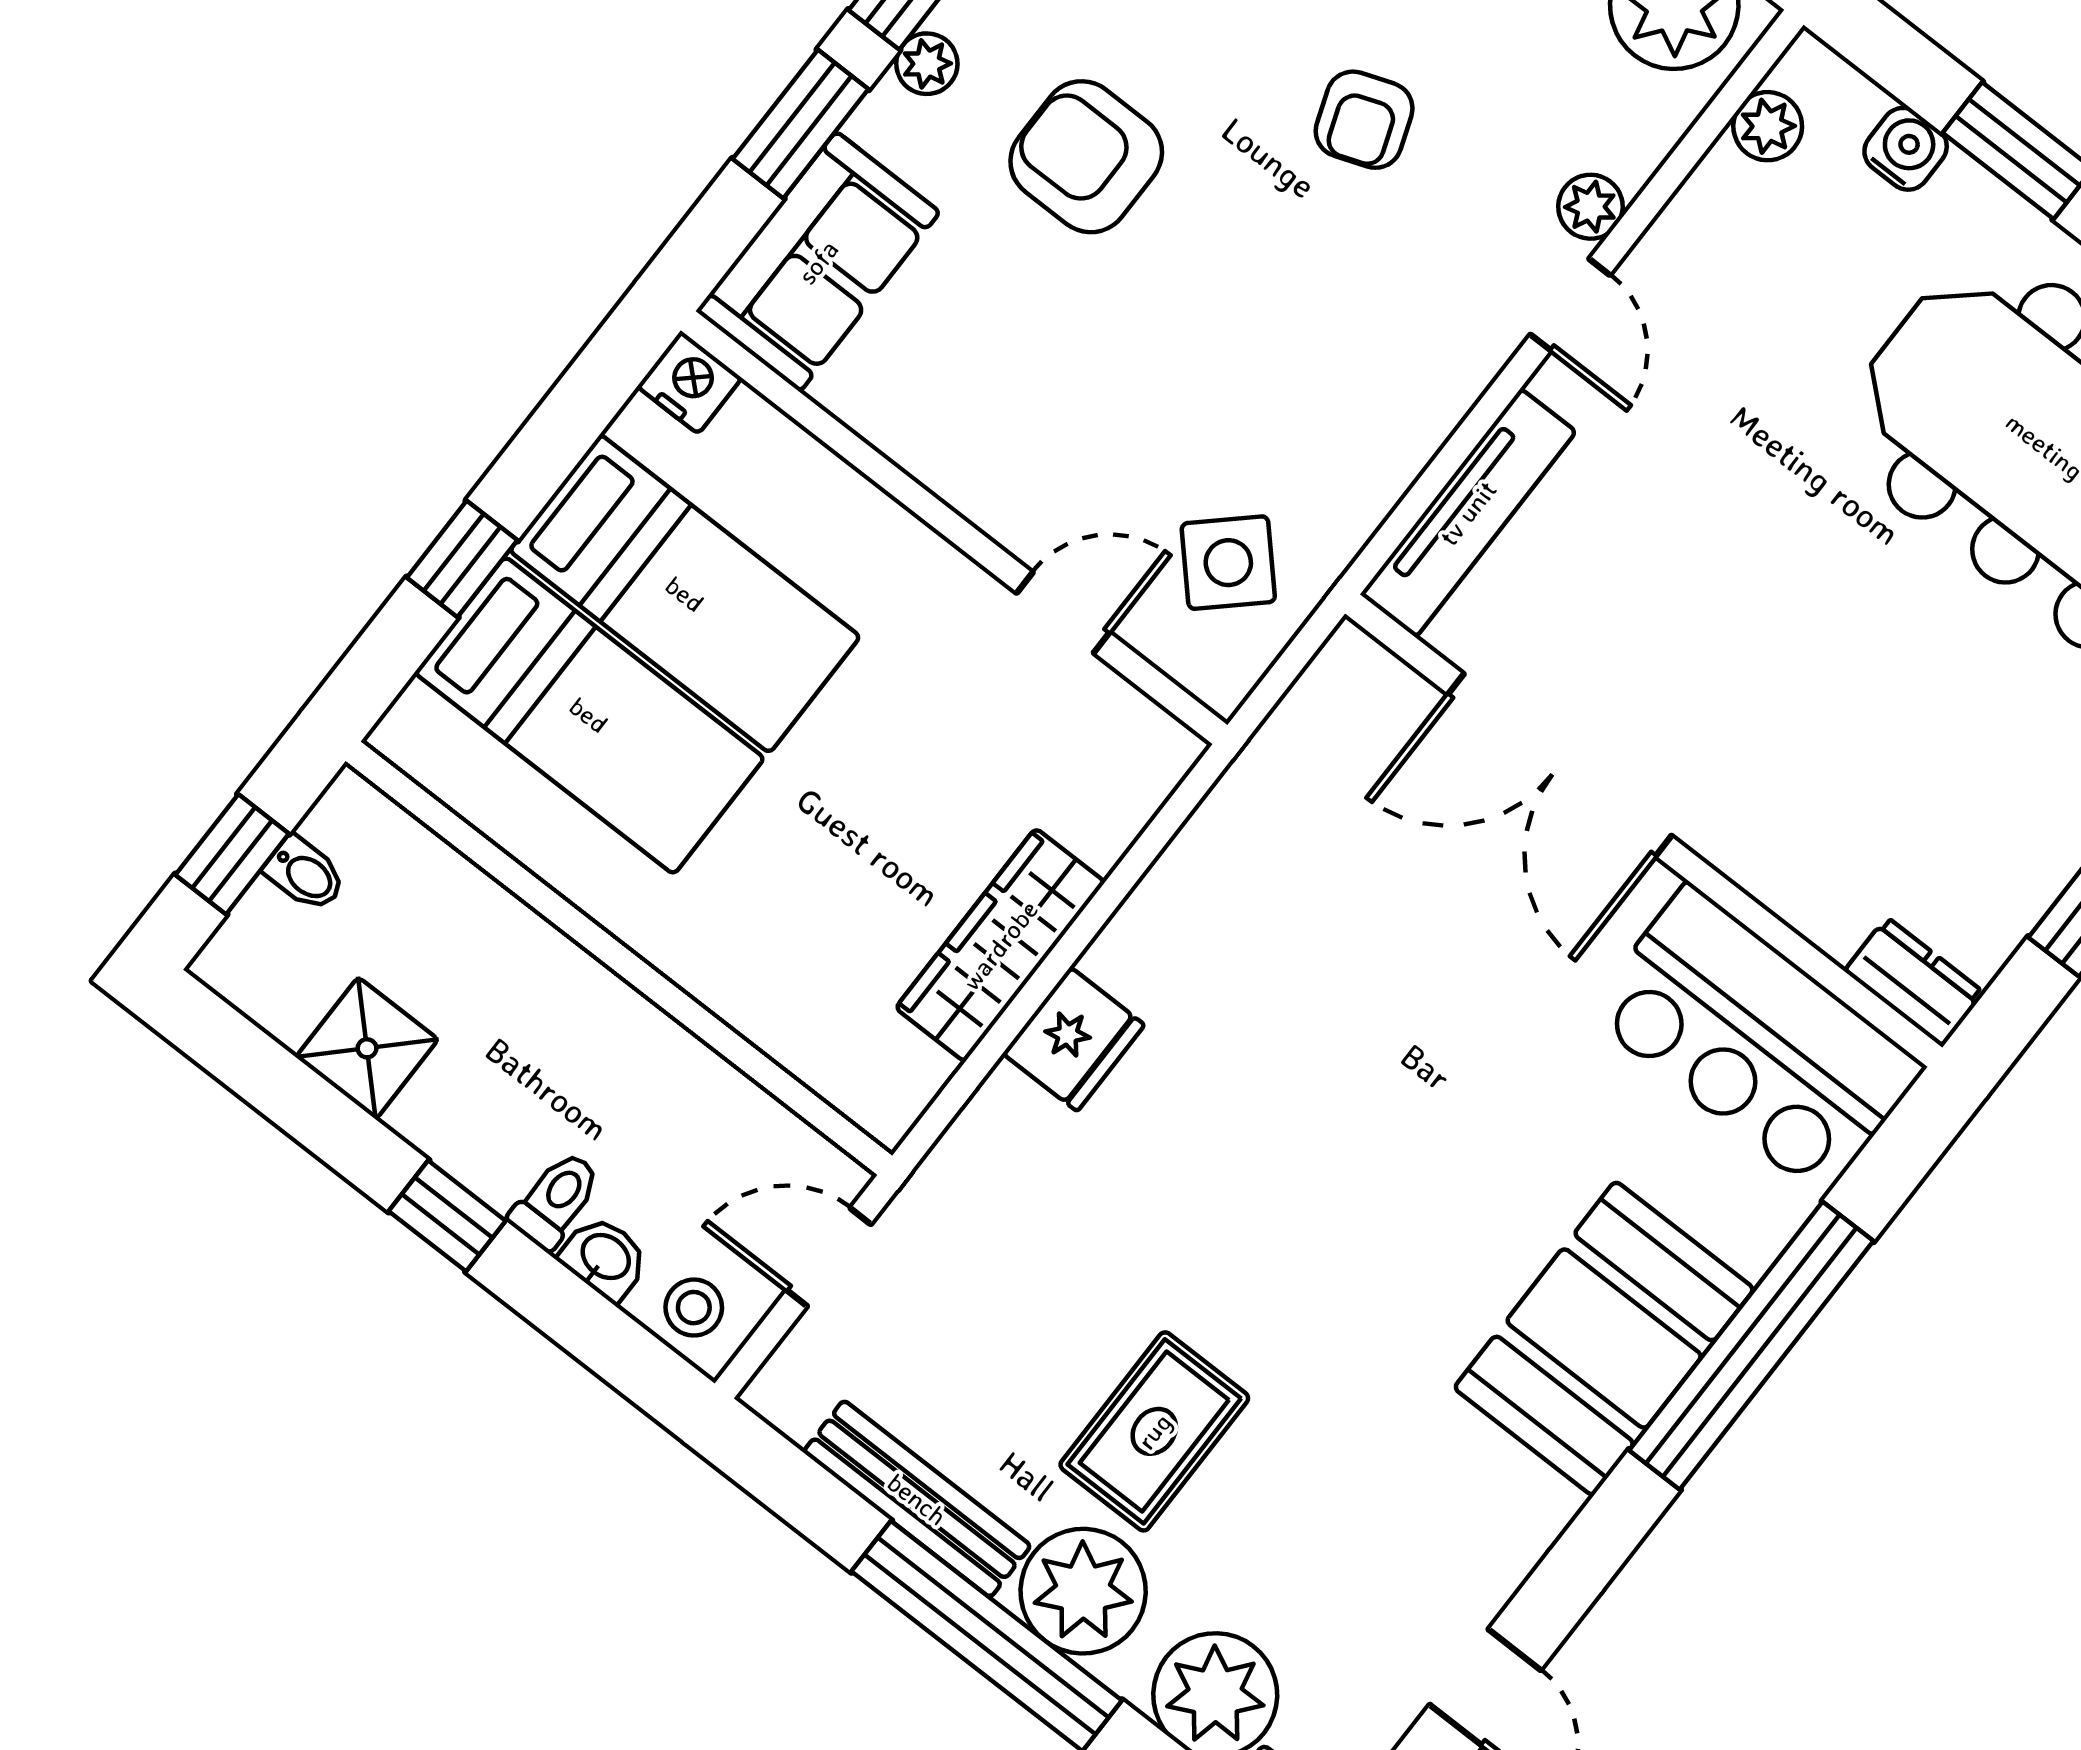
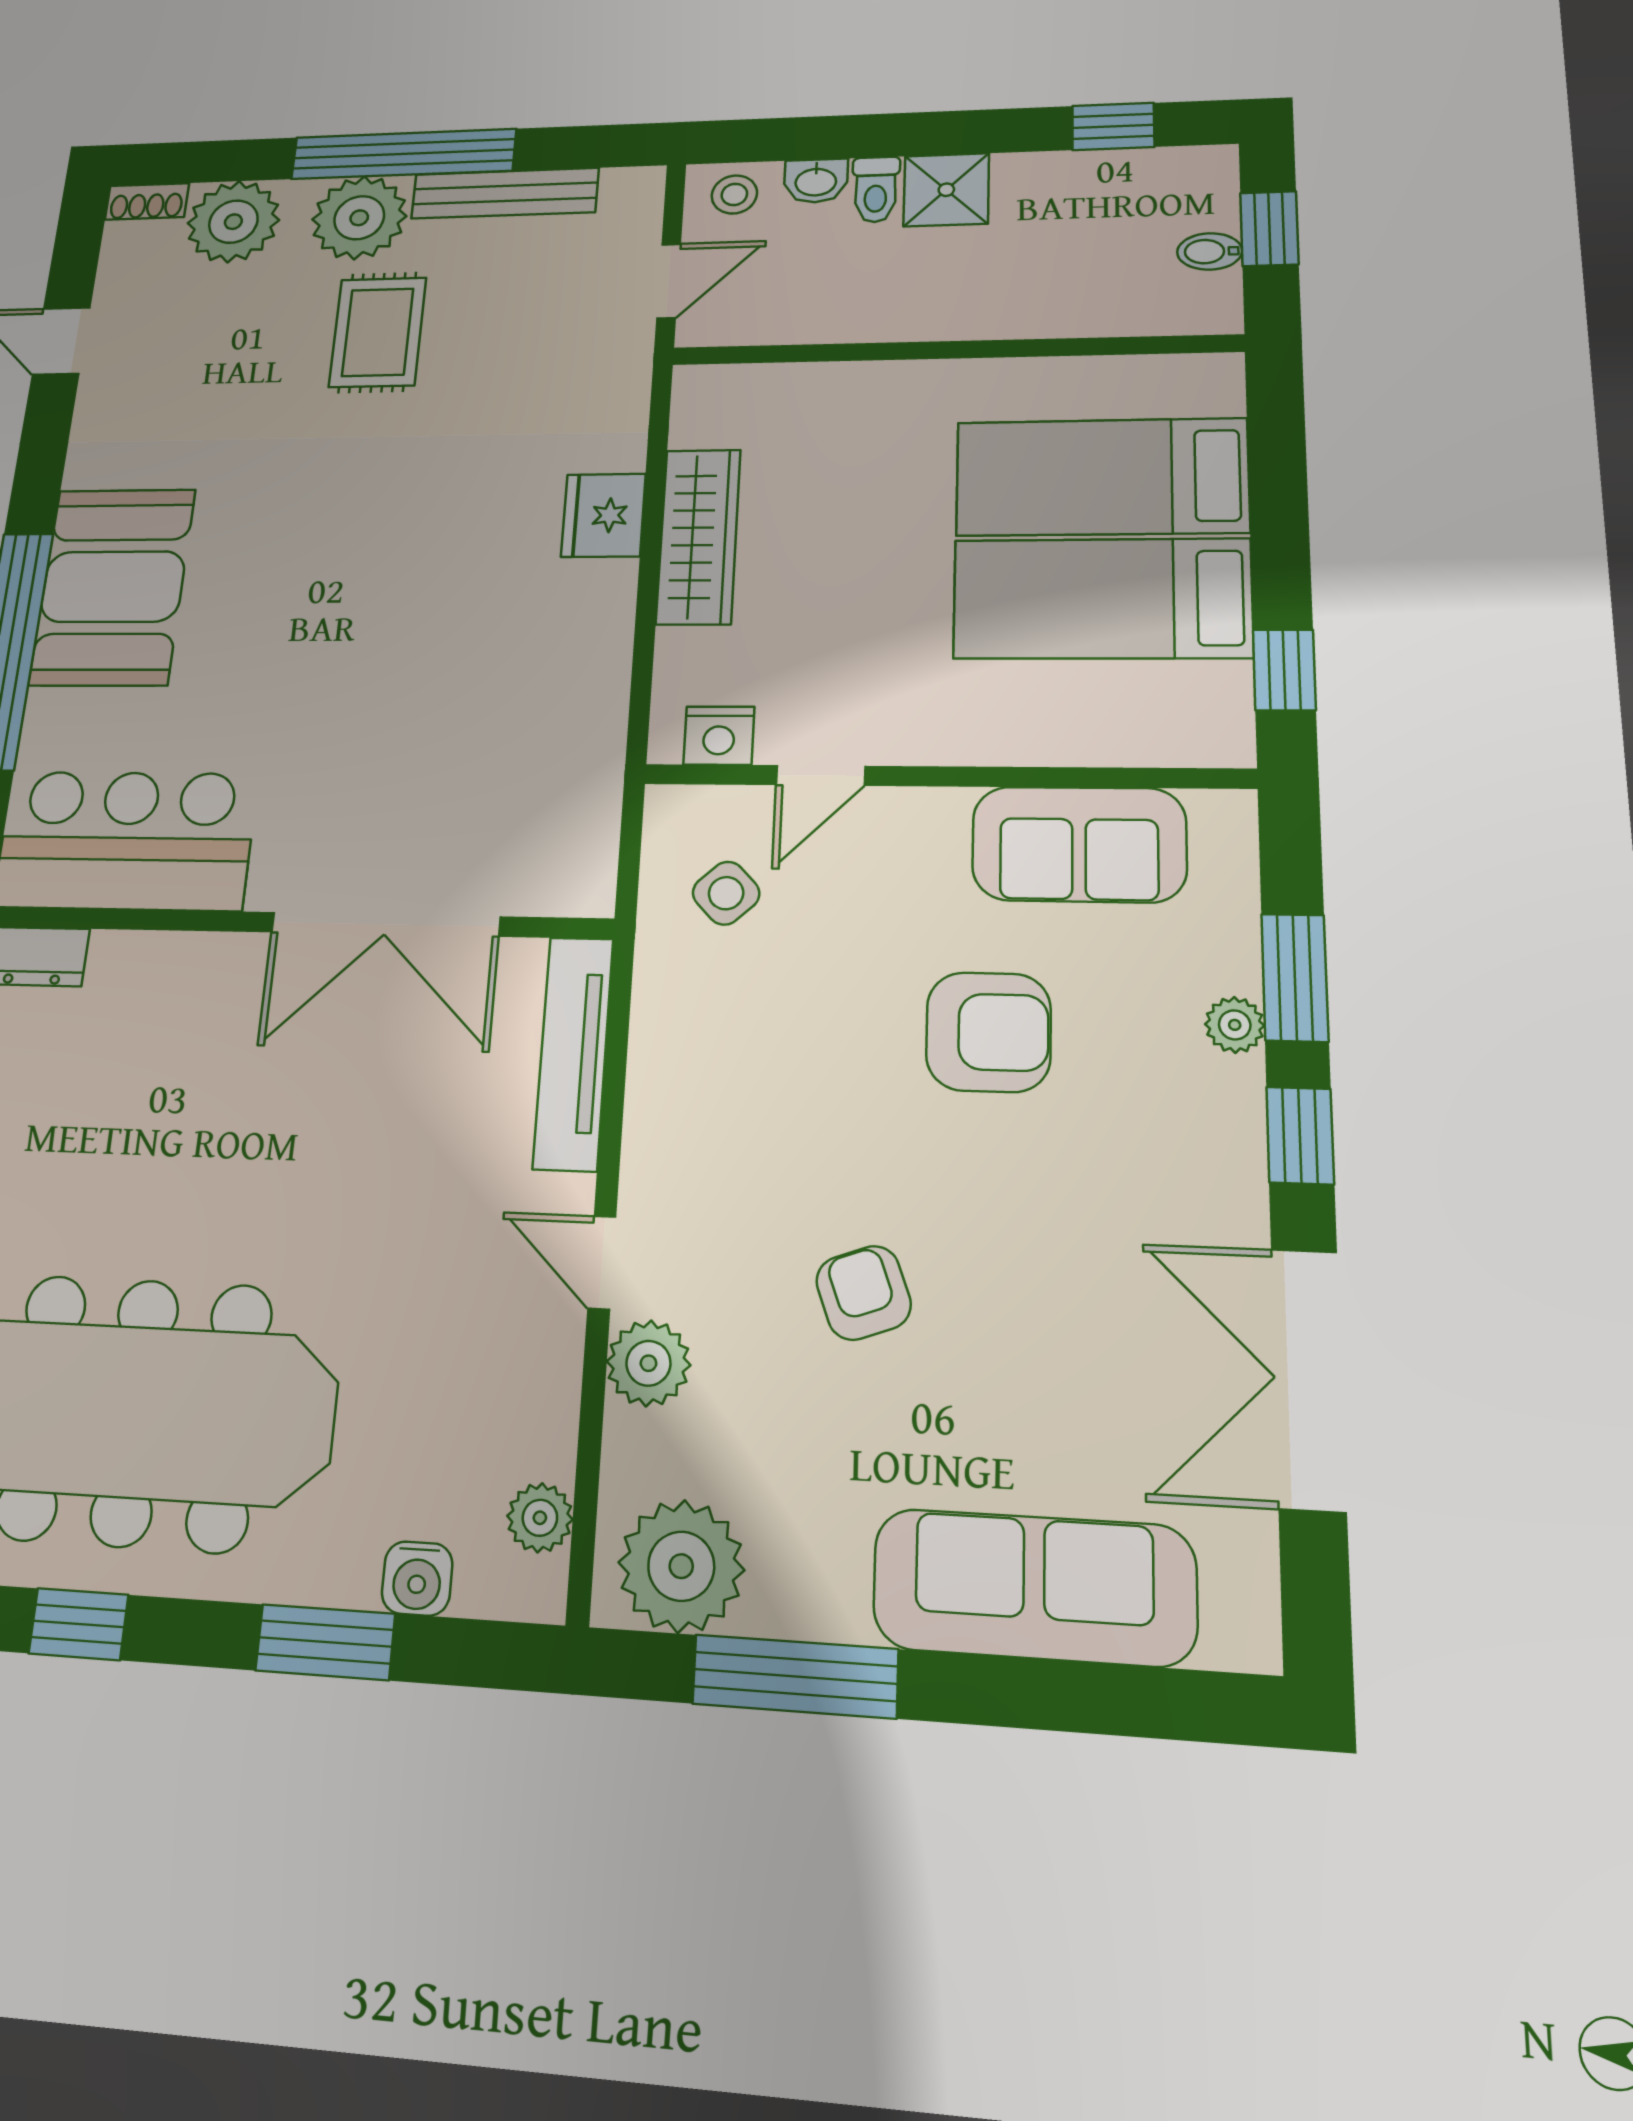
plant: (927, 64) -> (1235, 1025), moved
armchair: (1086, 157) -> (988, 1032), moved
plant: (1590, 207) -> (648, 1363), width x1.38, depth x1.38
sofa: (818, 262) -> (1079, 844), moved, turned -90
nightstand: (690, 382) -> (719, 736), moved
window: (462, 559) -> (1284, 670), moved
side table: (1228, 563) -> (726, 893), width x0.73, depth x0.73
double door: (1560, 765) -> (385, 924), swing flipped
shower: (367, 1048) -> (946, 190), moved
window: (447, 1216) -> (1113, 126), moved

